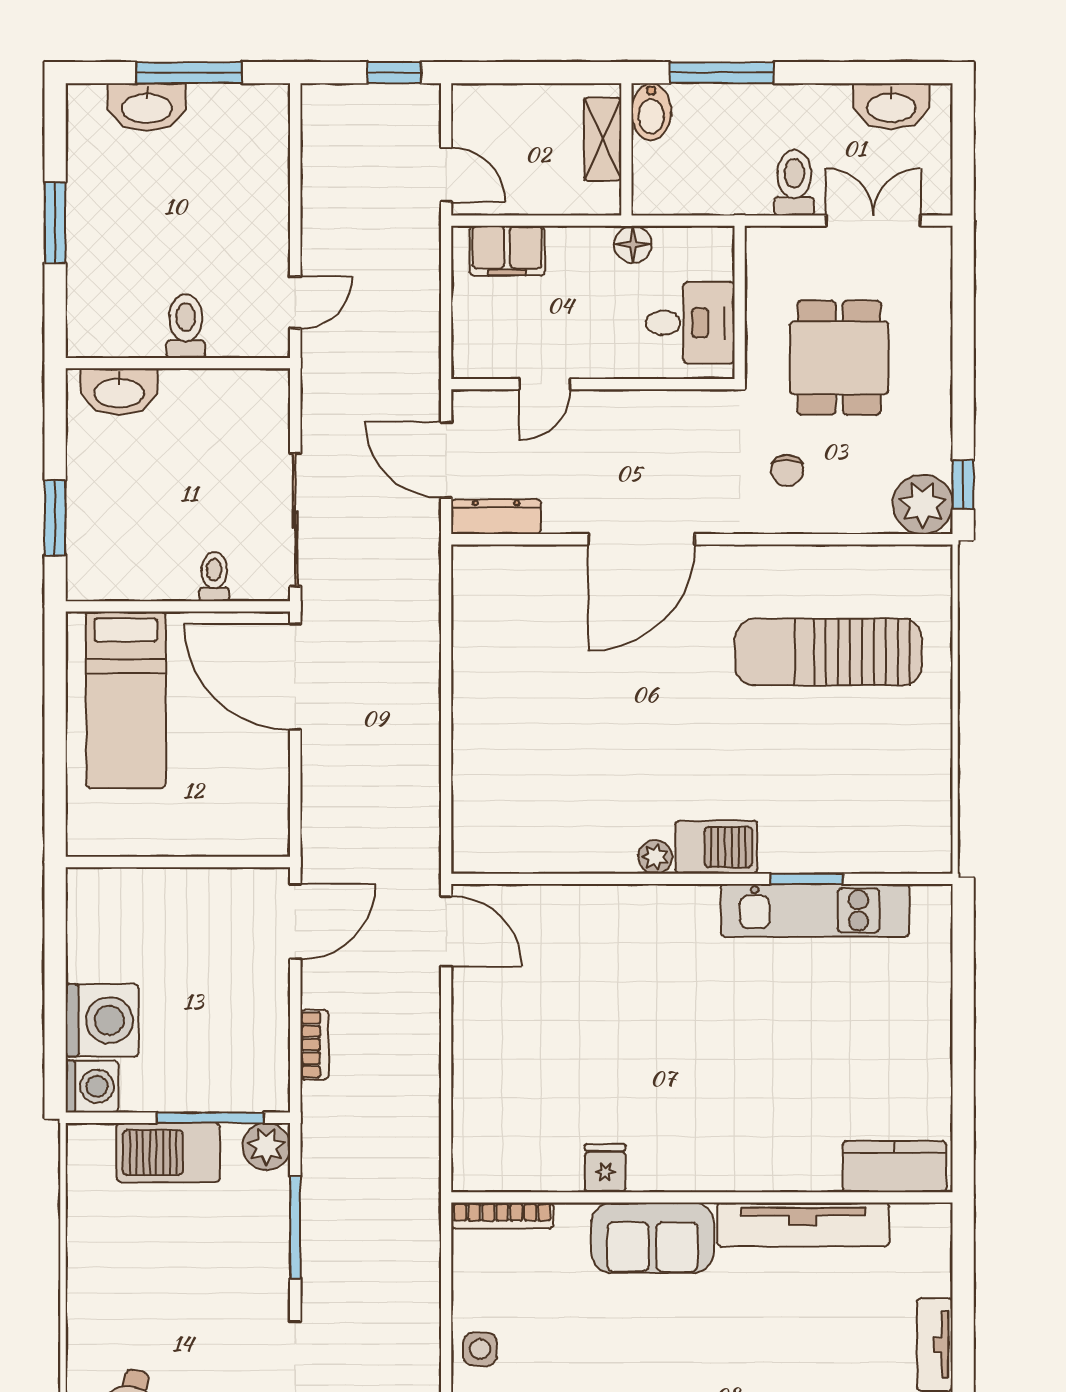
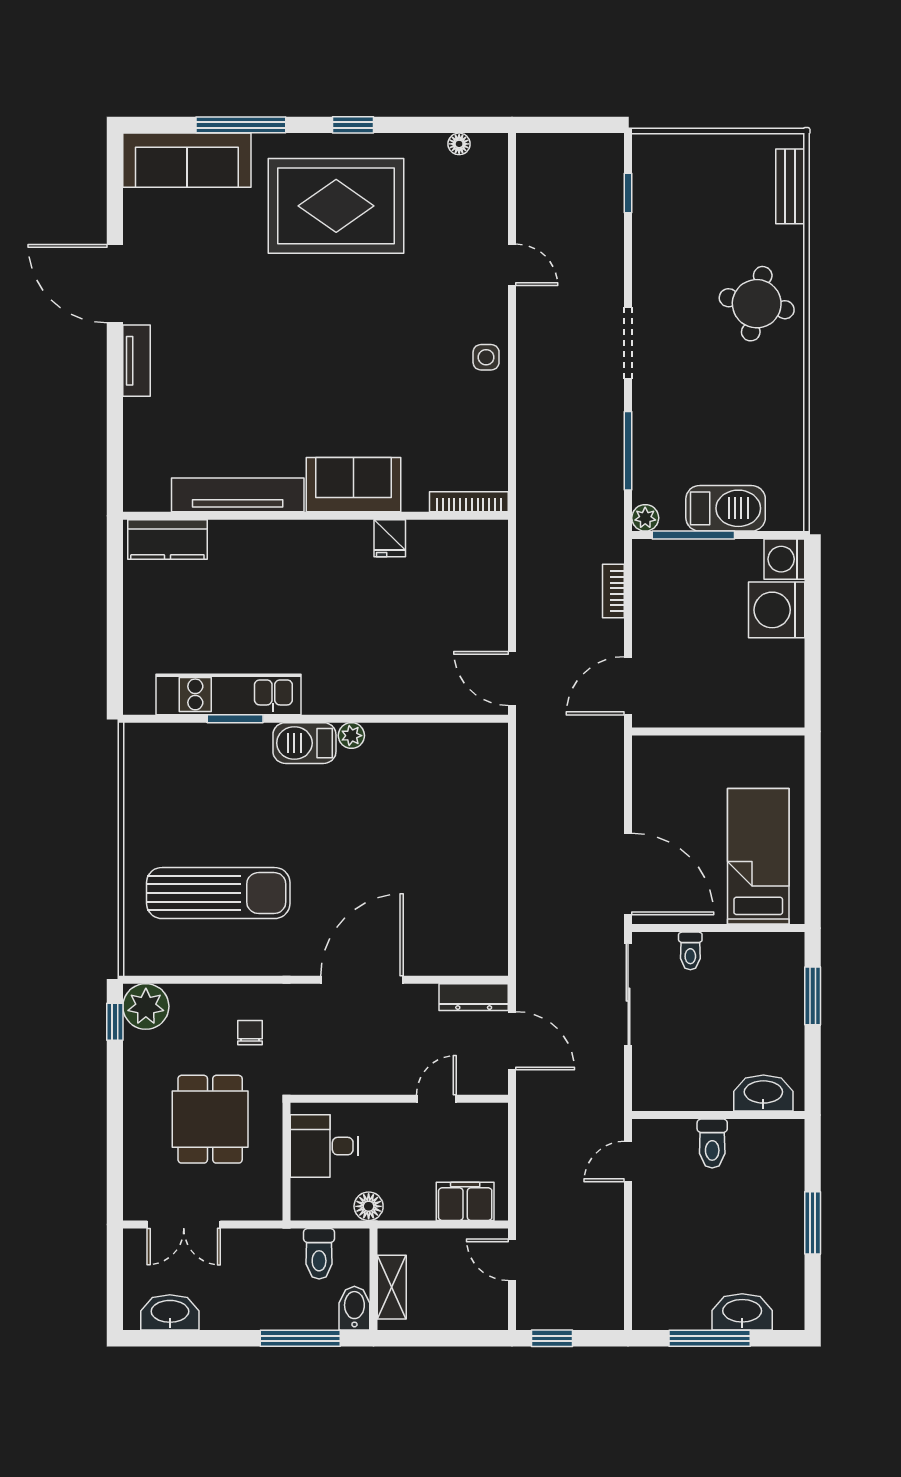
toilet: (794, 183) -> (319, 1254), moved
plant: (266, 1147) -> (645, 518), width x0.73, depth x0.73
kitchen counter: (895, 1167) -> (167, 539), moved
fridge: (605, 1168) -> (390, 538), moved
wall: (702, 1197) -> (316, 516), moved
bookcase: (502, 1215) -> (469, 502), moved
tv unit: (803, 1224) -> (238, 495), moved
sofa: (652, 1238) -> (354, 485), moved

